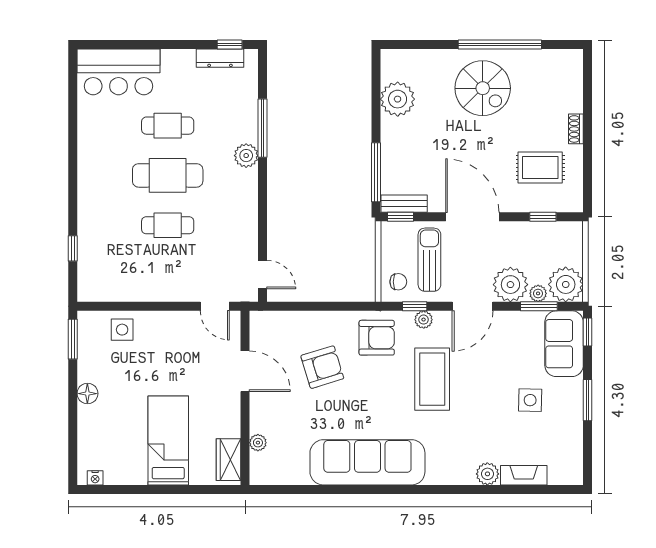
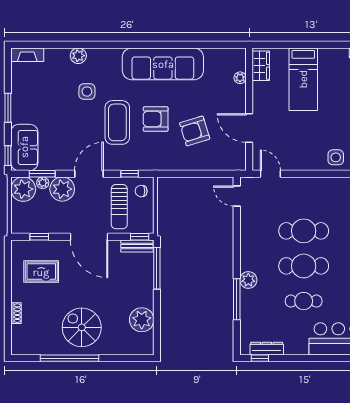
shoe rack: (576, 129) -> (16, 313), moved
cafe table: (168, 225) -> (304, 231), width x1.37, depth x1.35
plant: (424, 320) -> (123, 164), removed
armchair: (377, 338) -> (156, 119), moved
side table: (530, 400) -> (87, 92), moved
fireplace: (524, 475) -> (27, 55), moved

